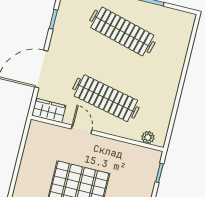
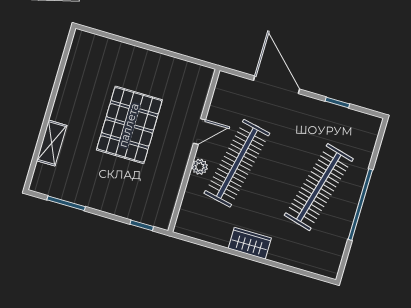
wardrobe: (49, 110) -> (250, 243), moved, turned -90
plant: (148, 137) -> (200, 167), moved

